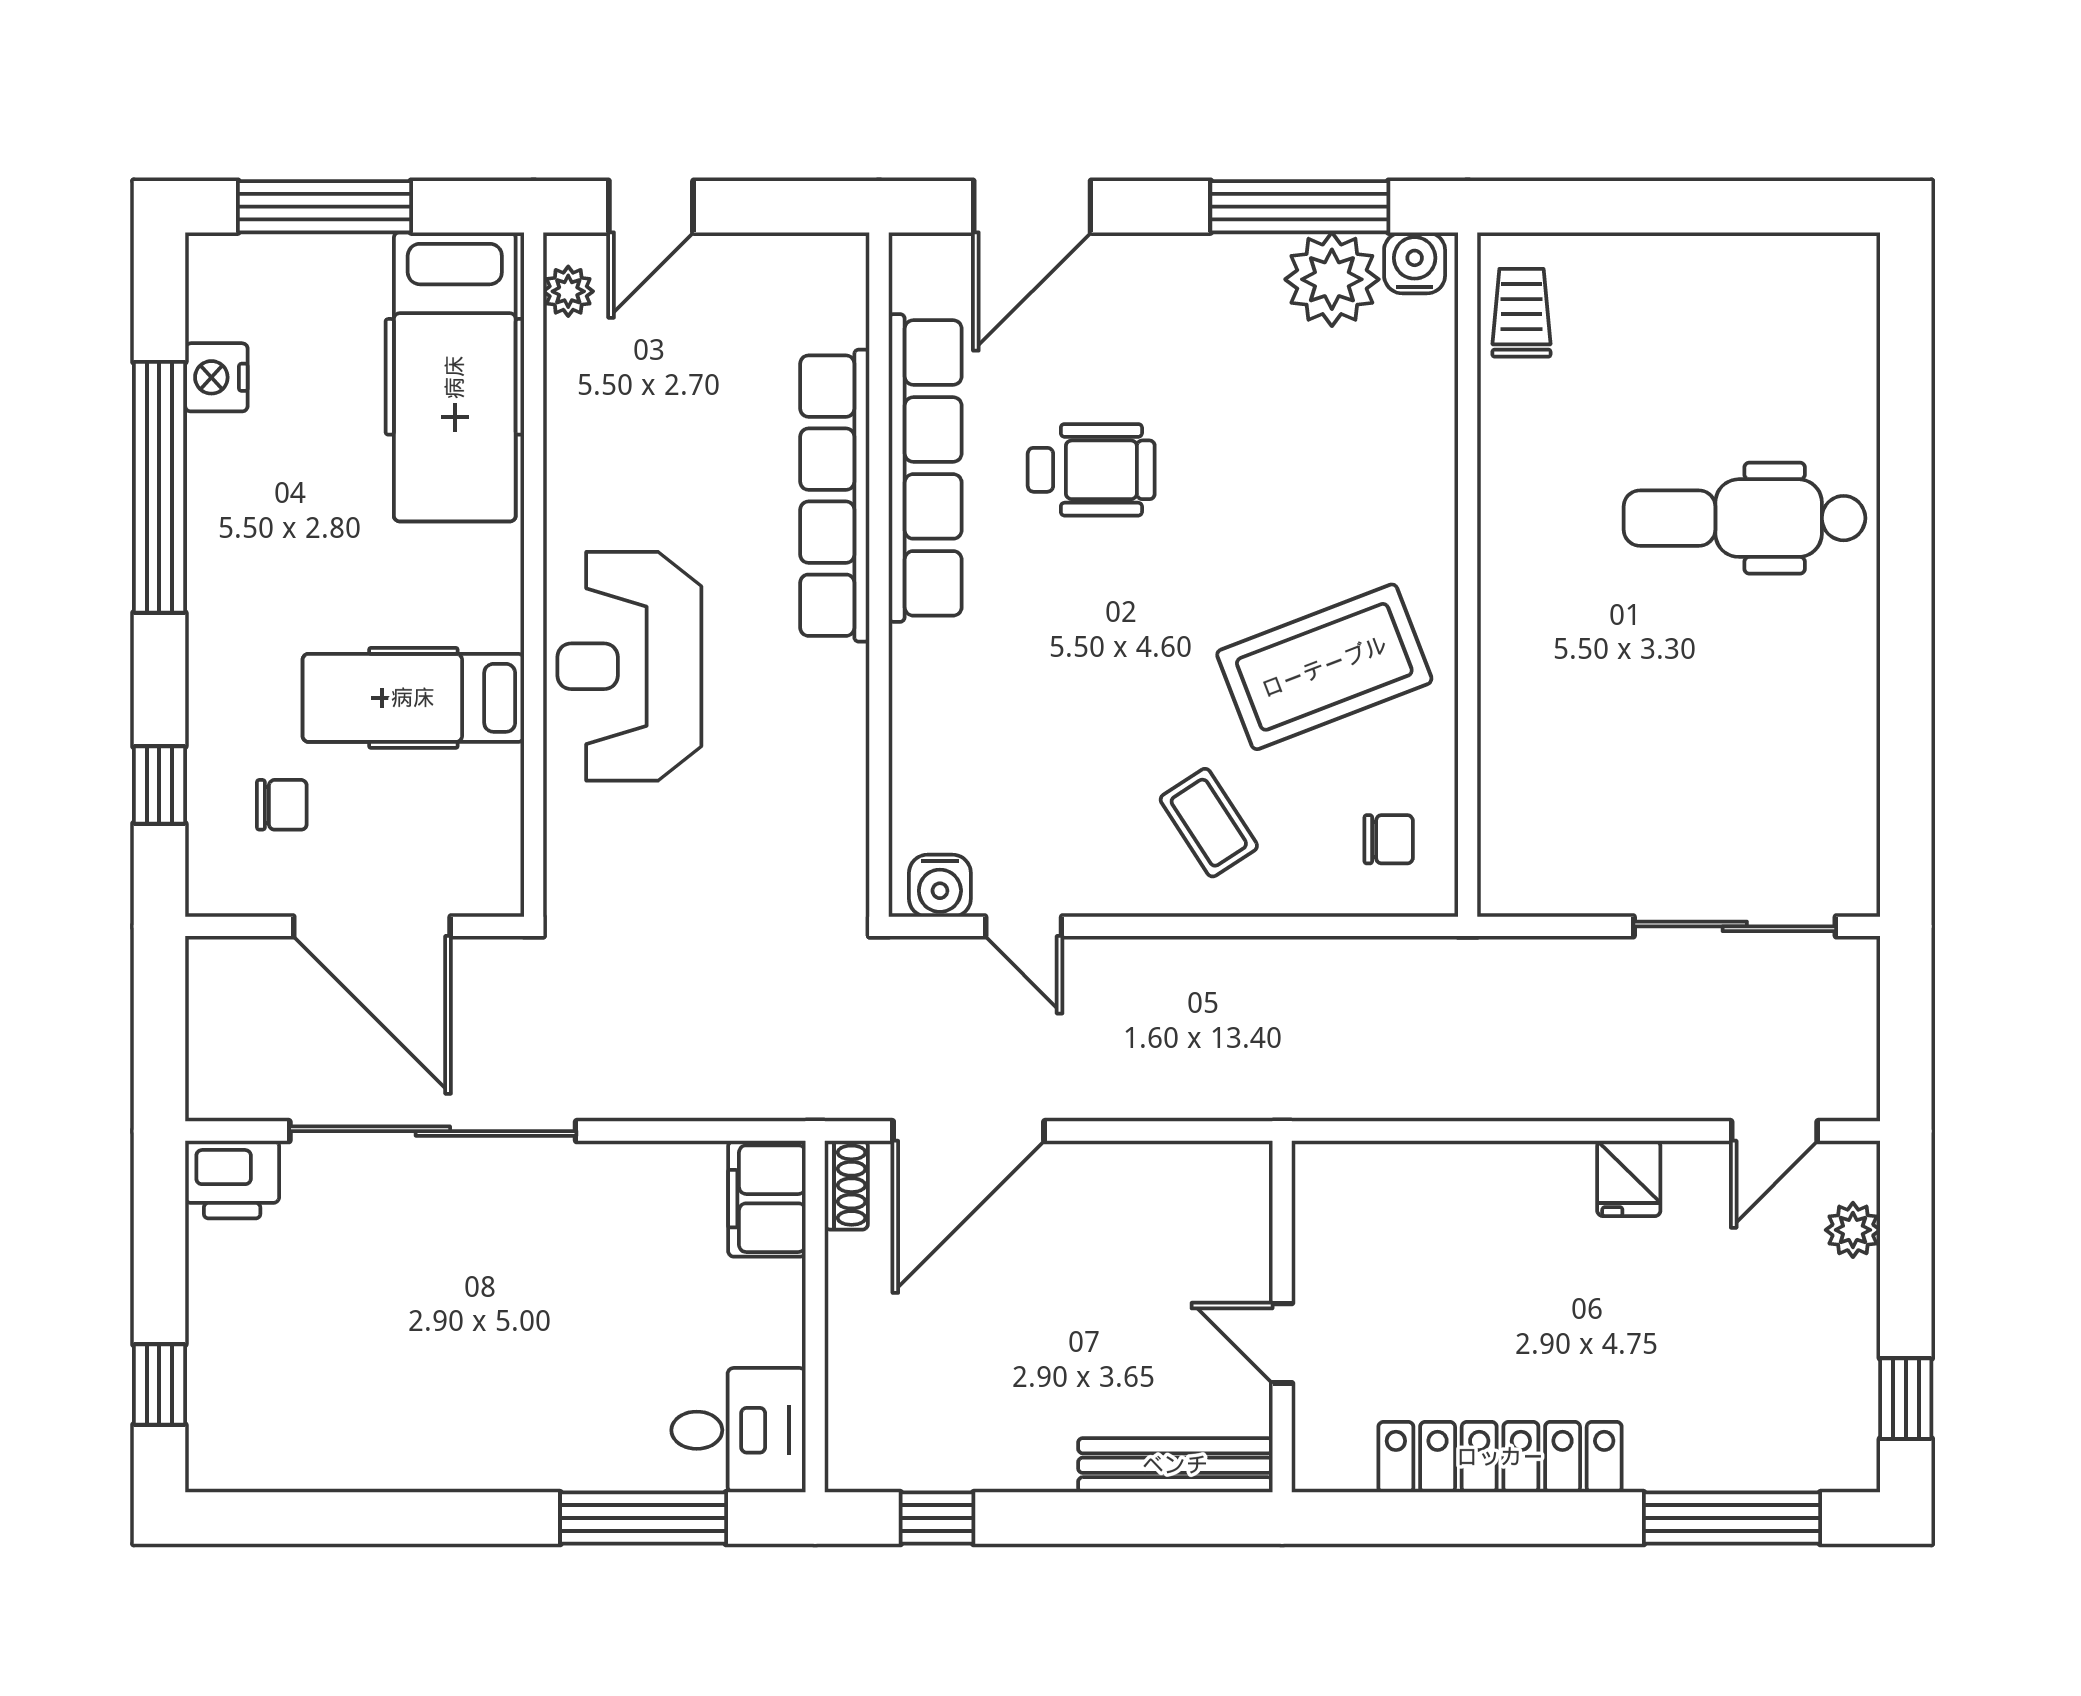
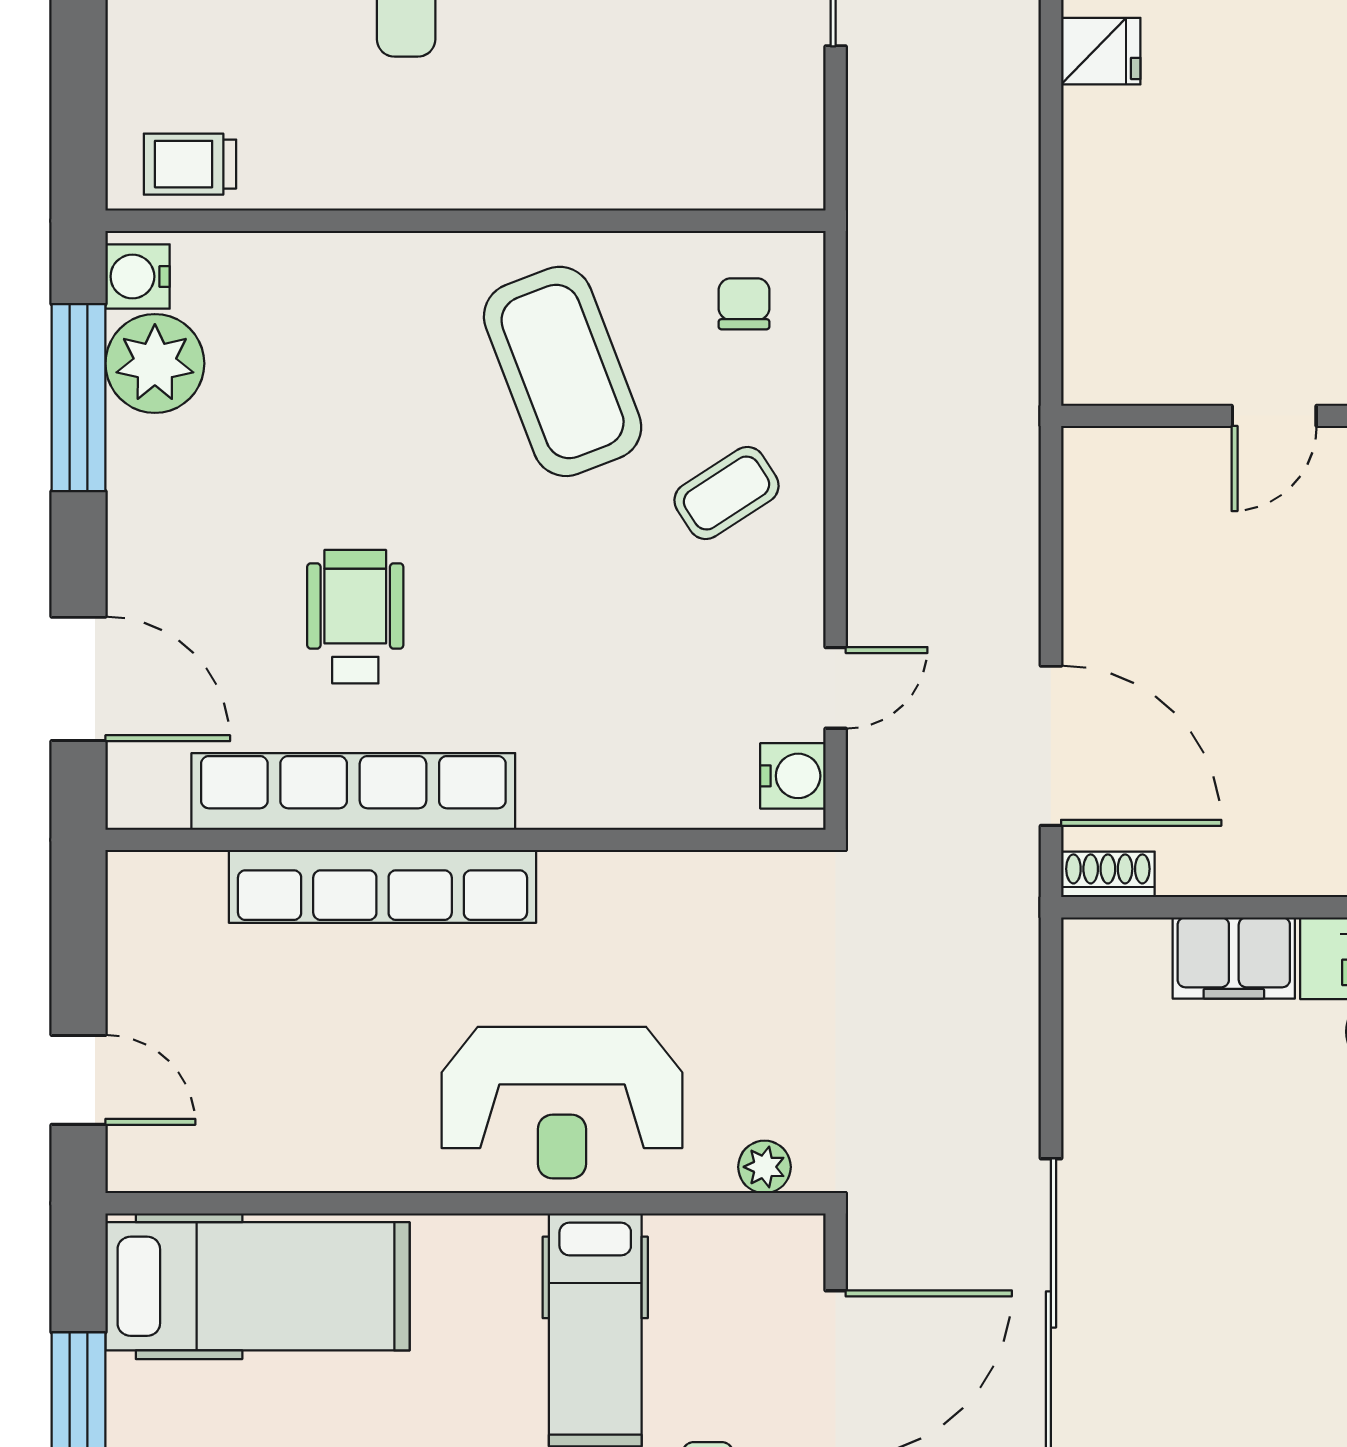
plant: (568, 291) -> (764, 1167), moved
filing cabinet: (767, 1199) -> (1234, 958), moved

